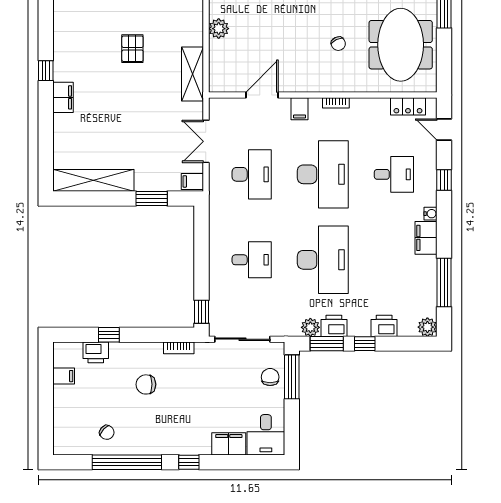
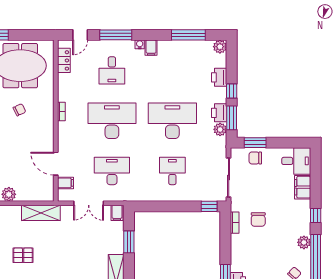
filing cabinet: (300, 109) -> (65, 183), moved
desk: (394, 174) -> (112, 70), turned 180
window: (444, 180) -> (116, 35), width x2.17
filing cabinet: (426, 238) -> (151, 48), width x0.50
window: (292, 377) -> (255, 143), width x0.69
chair: (146, 384) -> (258, 219), moved
plant: (151, 446) -> (304, 242), added

